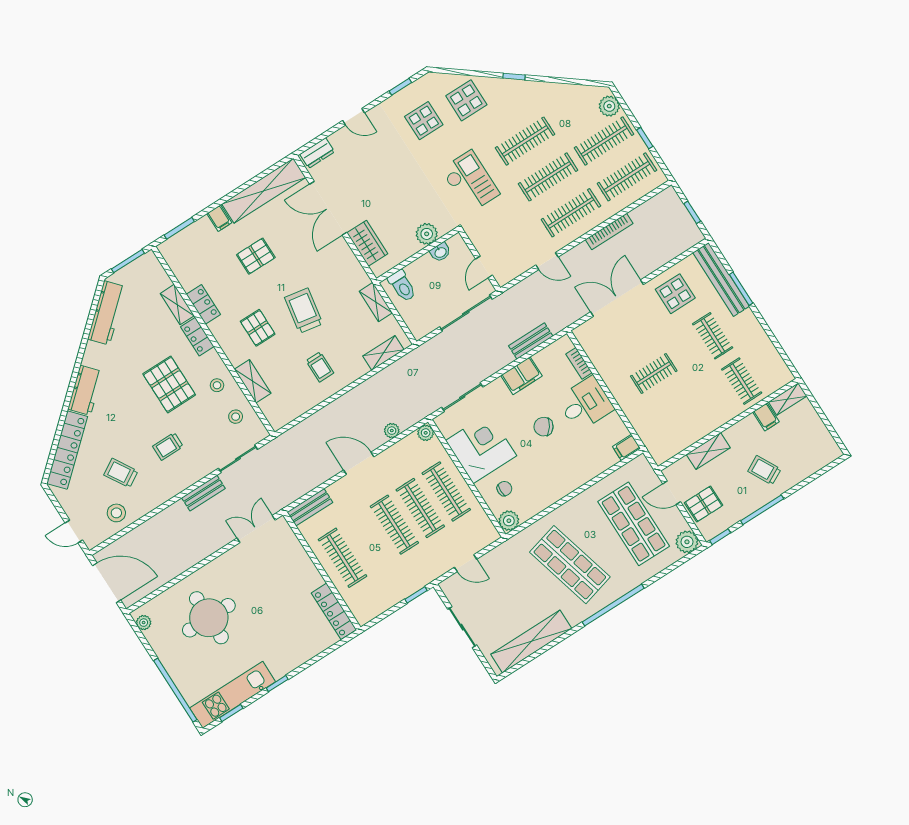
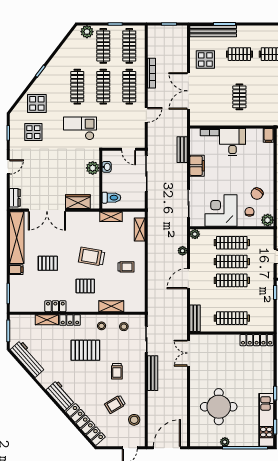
pallet: (256, 256) -> (48, 263), turned 90
chair: (544, 427) -> (257, 194), moved
bench: (203, 493) -> (153, 373), width x1.36
plant: (144, 623) -> (225, 442), moved

